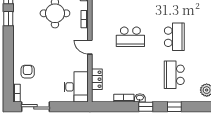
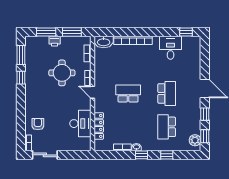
school desk: (130, 37) -> (128, 93), turned 180
door: (90, 47) -> (93, 92), moved
locker: (97, 79) -> (99, 126), width x1.53
desk: (76, 87) -> (80, 124), moved

